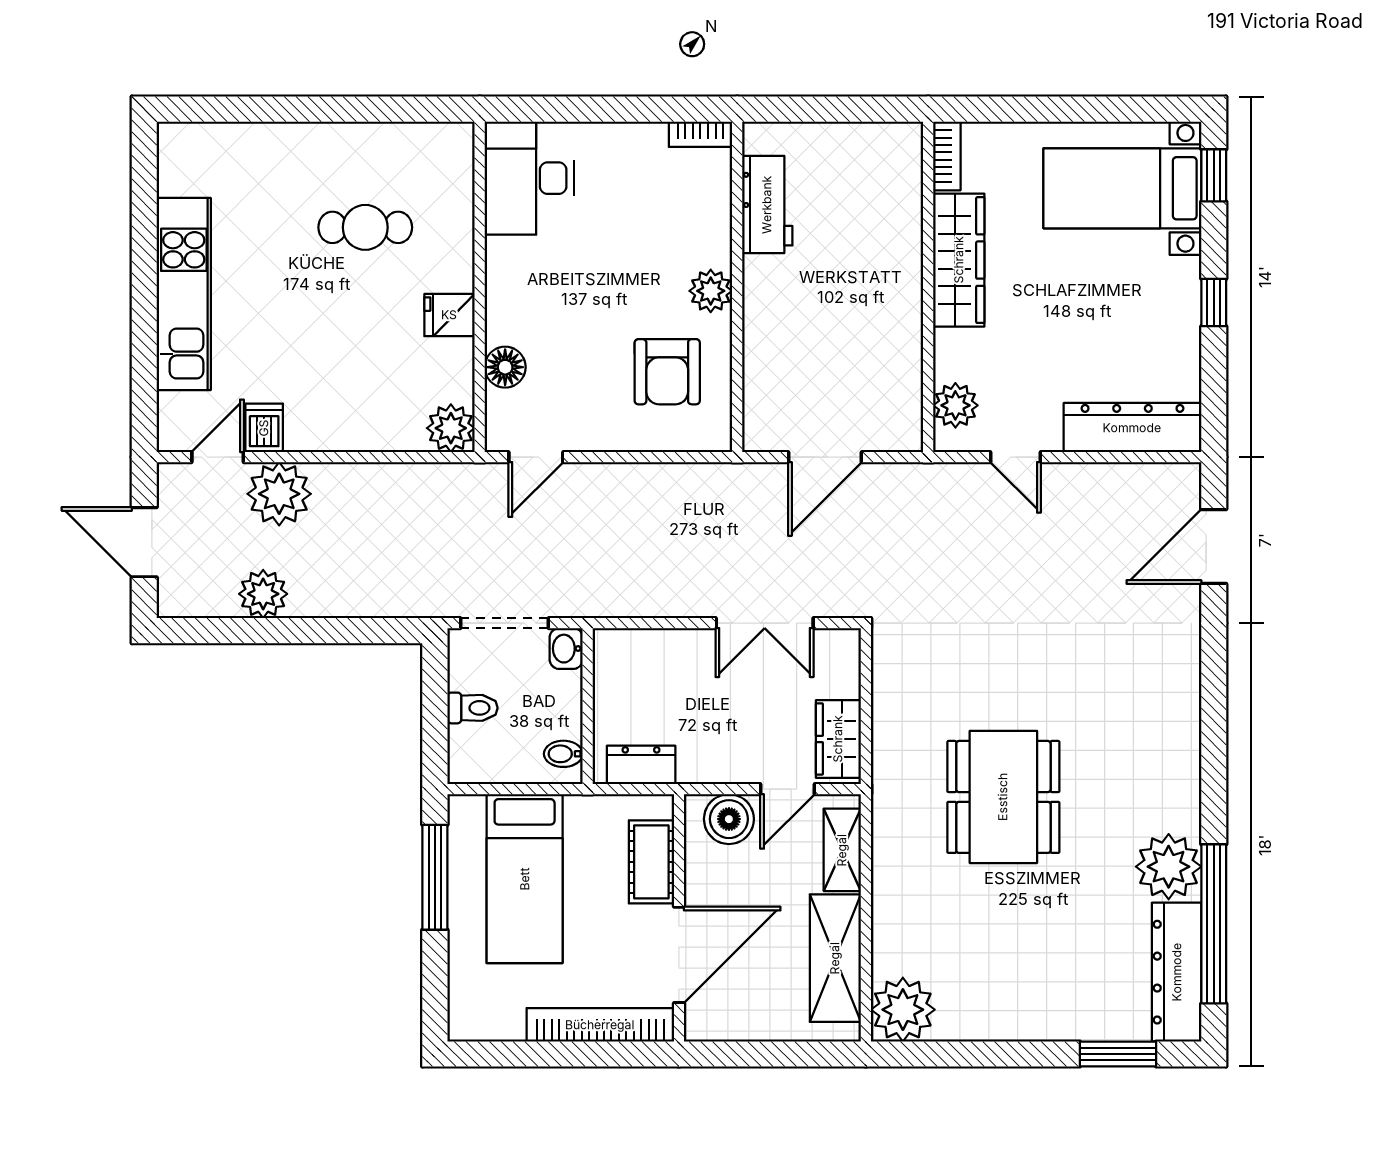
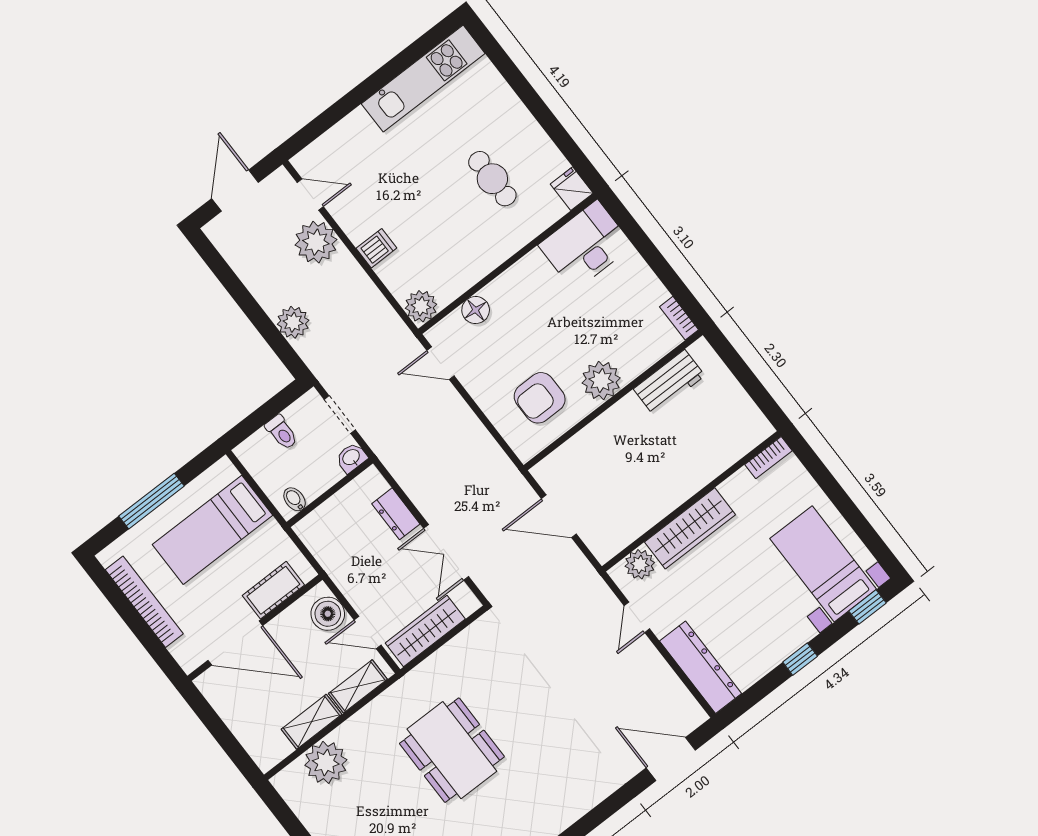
wardrobe: (959, 260) -> (690, 528), moved
plant: (711, 291) -> (601, 381), width x1.36, depth x1.36
kitchen unit: (184, 294) -> (423, 79), moved
fridge: (449, 315) -> (572, 189), moved
dishwasher: (264, 428) -> (376, 248), moved
plant: (263, 594) -> (293, 322), moved
doorway: (505, 623) -> (340, 415), width x0.73
wardrobe: (838, 739) -> (425, 631), width x1.50
dresser: (641, 765) -> (396, 514), moved, turned 180
dining table: (1003, 797) -> (452, 750), turned 90
window: (435, 877) -> (151, 501), moved
shelving: (835, 958) -> (312, 722), width x0.67, depth x0.75
plant: (903, 1010) -> (326, 762), moved
bookcase: (600, 1025) -> (144, 602), moved

